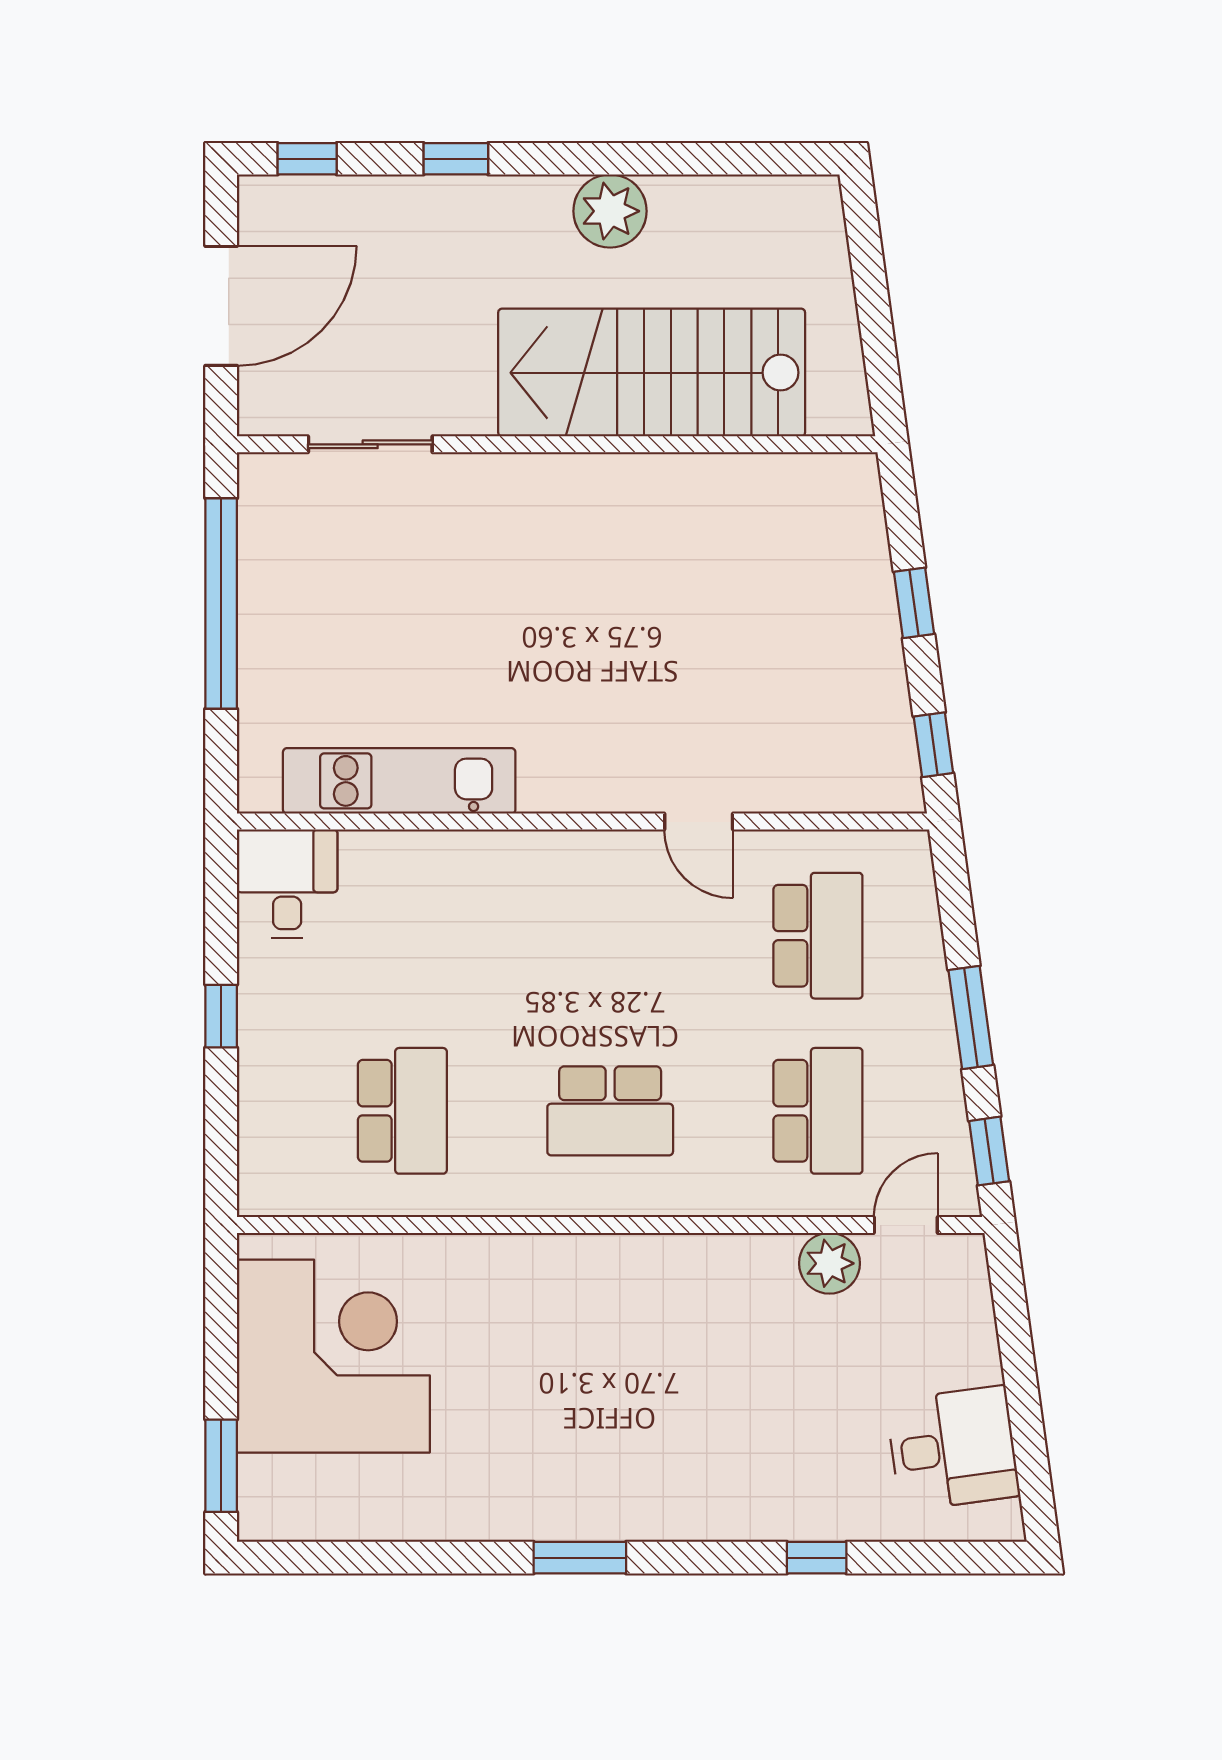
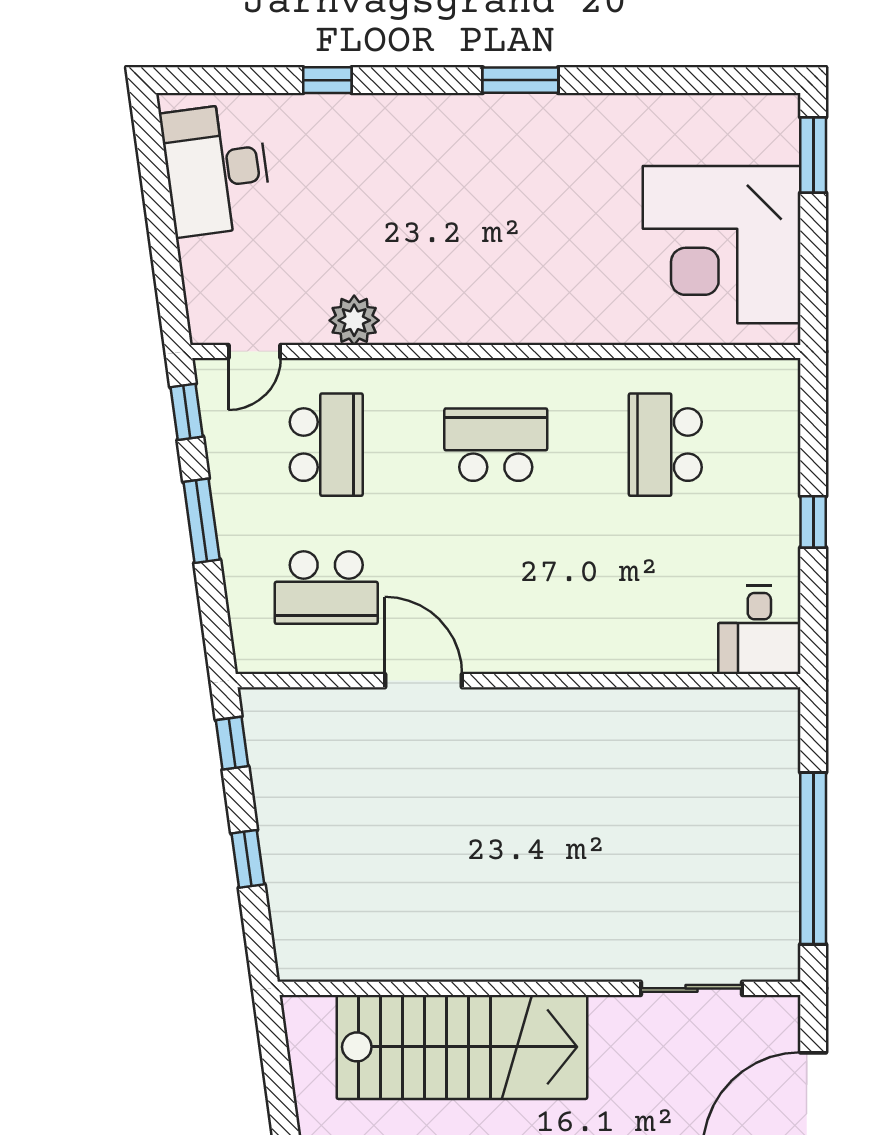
kitchen unit: (399, 781) -> (668, 714), removed
door: (699, 822) -> (424, 681), width x1.38
school desk: (818, 936) -> (326, 588), turned -90
school desk: (818, 1111) -> (326, 445), turned 180
plant: (829, 1263) -> (354, 320), moved
desk: (953, 1448) -> (216, 169), width x1.37

